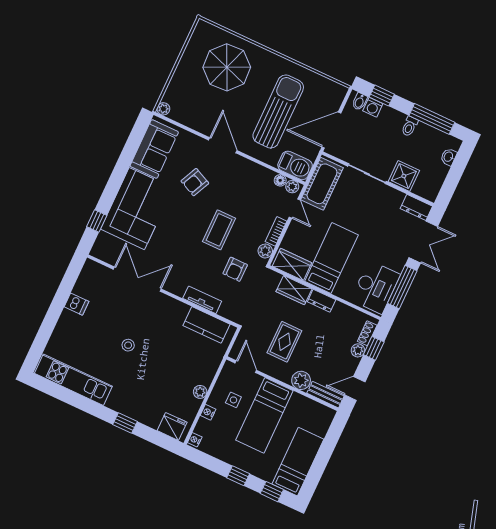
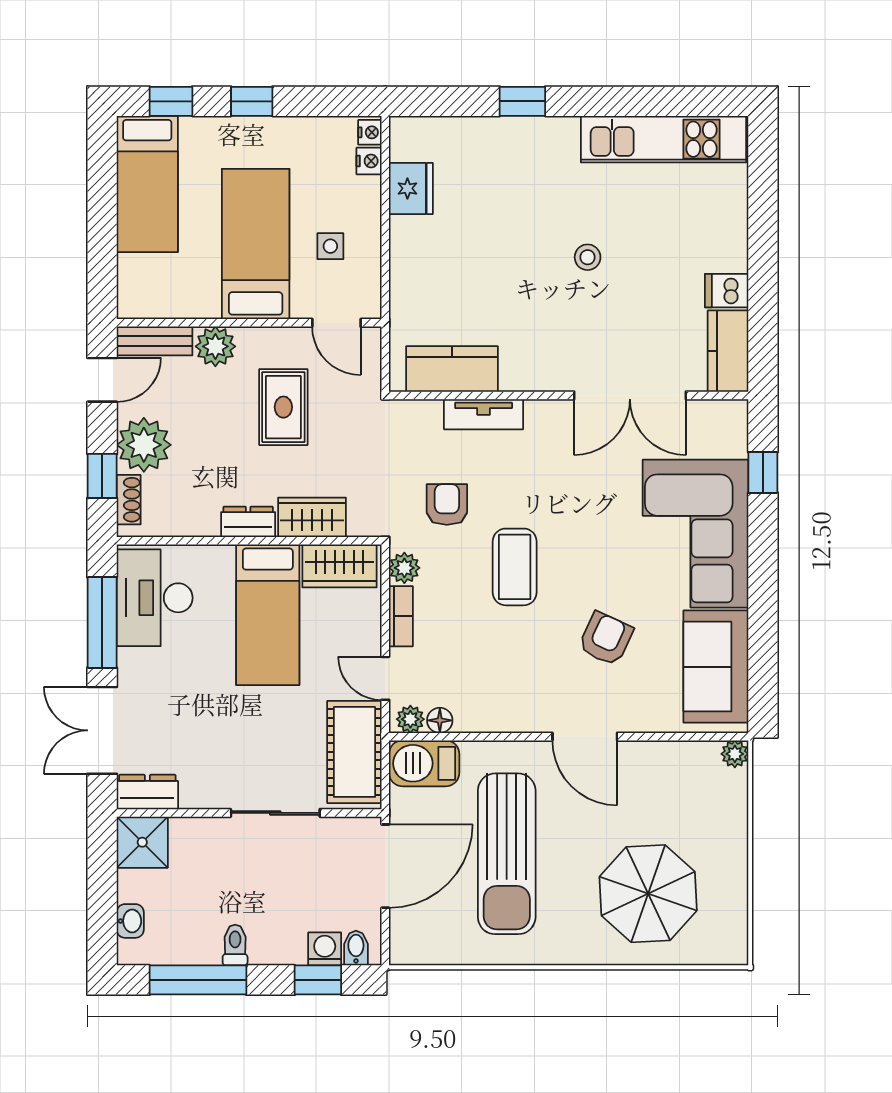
shower: (404, 176) -> (142, 842), moved
kitchen counter: (88, 279) -> (728, 351), added
plant: (358, 350) -> (144, 445), width x1.88, depth x1.88
plant: (200, 392) -> (403, 231), removed
nightstand: (208, 412) -> (369, 161), moved
fridge: (172, 426) -> (411, 188), moved, turned -90

